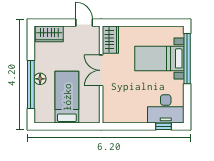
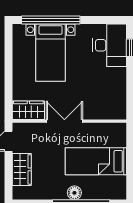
wardrobe: (49, 34) -> (22, 169), moved
double door: (101, 70) -> (64, 121), swing flipped

